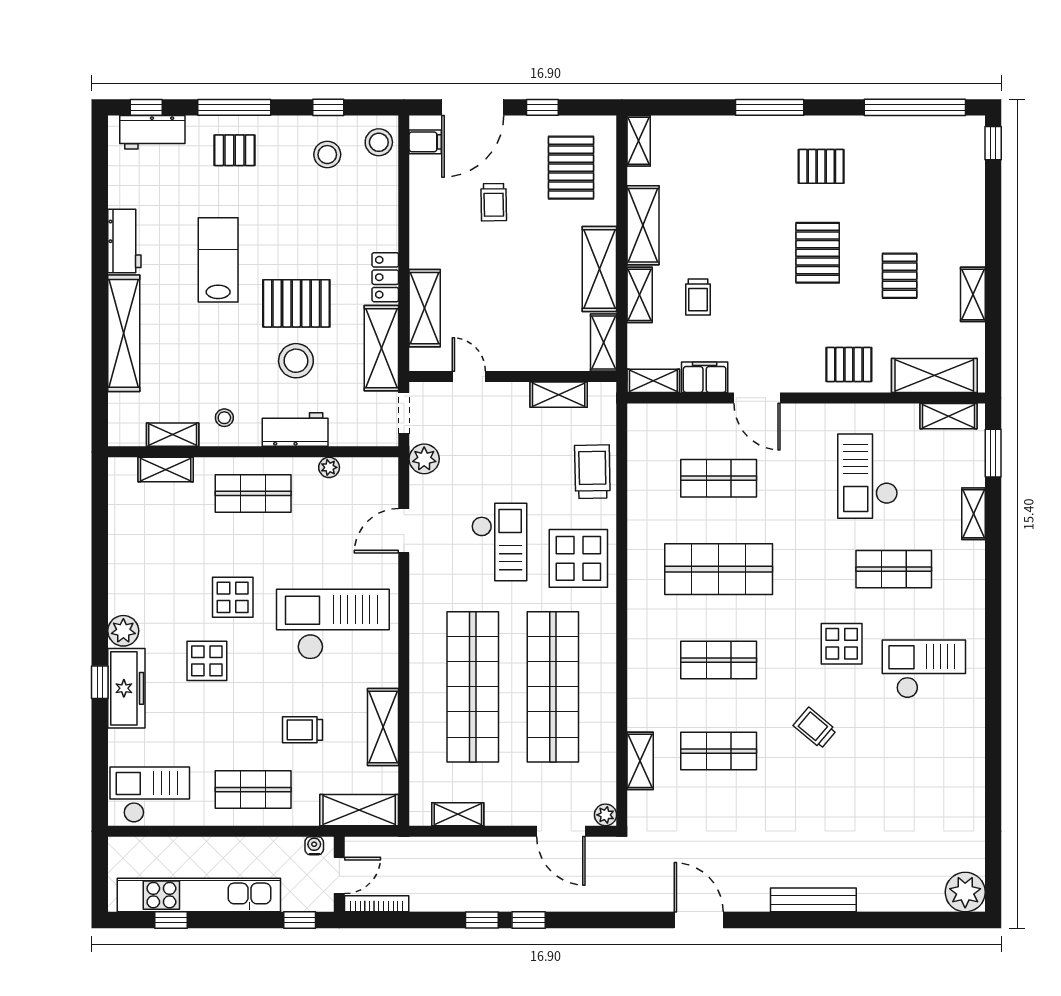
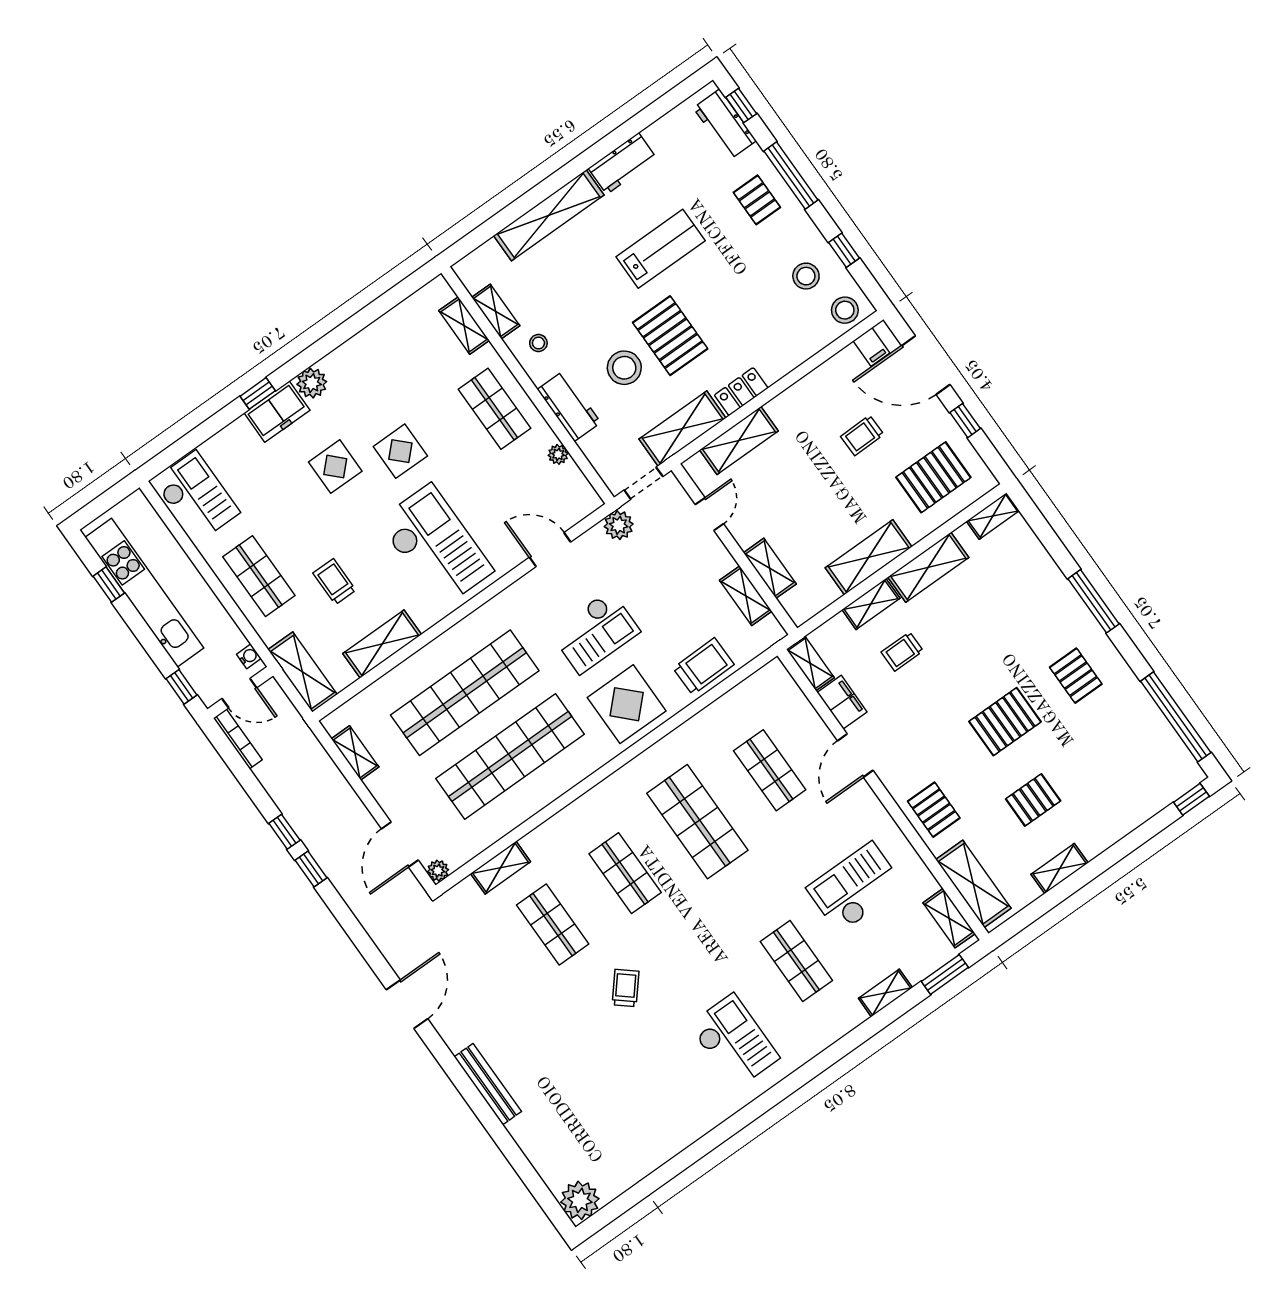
shelving: (604, 342) -> (770, 568), moved, turned 90
display table: (842, 644) -> (708, 962), removed
freezer: (126, 688) -> (277, 412), width x0.71

